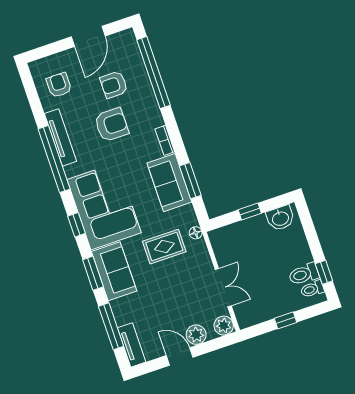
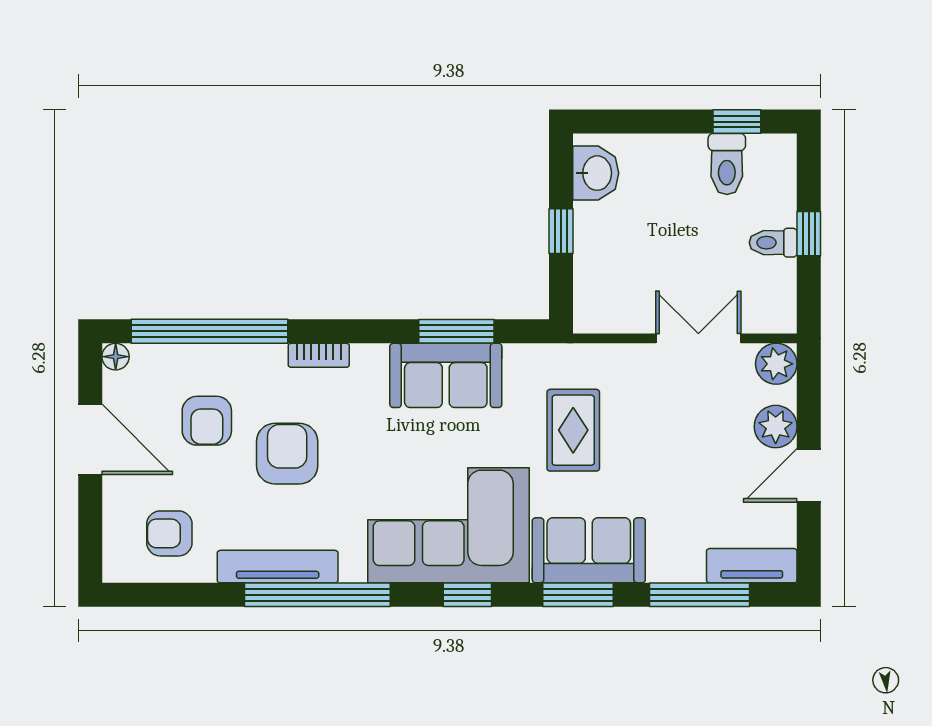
bookcase: (165, 140) -> (319, 355), moved
floor lamp: (196, 233) -> (116, 357), moved
toilet: (312, 289) -> (773, 243), moved, turned 90

